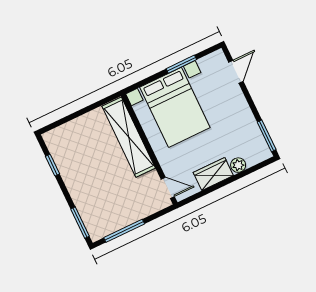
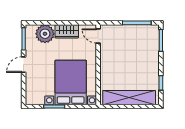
door: (236, 72) -> (24, 65), moved
shelving: (129, 137) -> (129, 98), moved, turned 90
plant: (238, 165) -> (45, 34), width x1.88, depth x1.88

